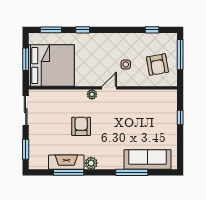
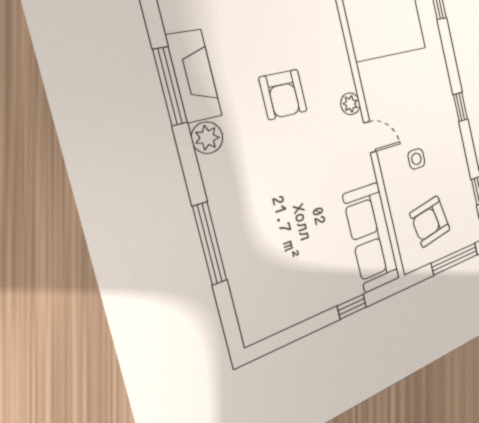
window: (83, 30) -> (460, 107), moved
armchair: (81, 126) -> (283, 94), turned 90
sofa: (148, 159) -> (371, 237), moved, turned 180

